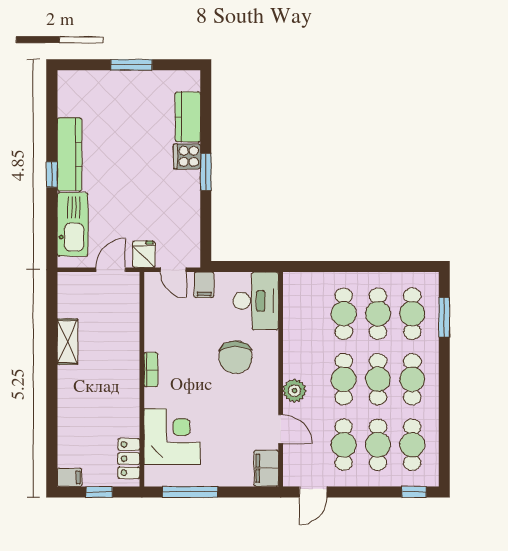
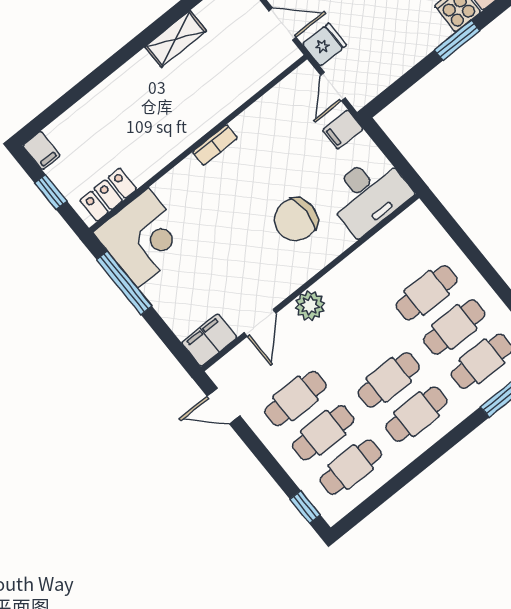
cafe table: (344, 379) -> (361, 346), removed
corner desk: (172, 437) -> (143, 238), moved

